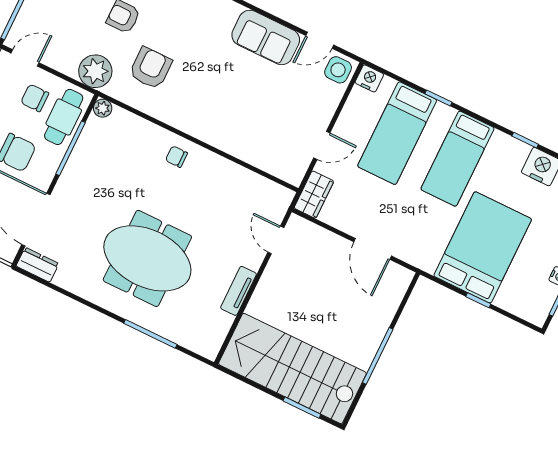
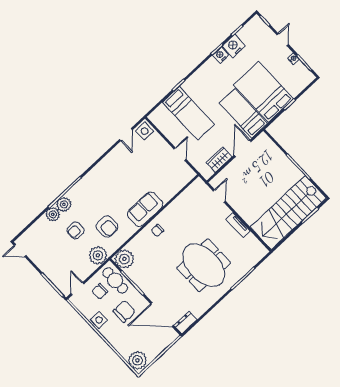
sofa: (266, 37) -> (145, 209), moved, turned 180
armchair: (151, 68) -> (107, 226), turned 180
nightstand: (369, 78) -> (221, 55), moved
plant: (103, 108) -> (124, 259), width x1.88, depth x1.88
bed: (458, 159) -> (243, 113), moved, turned 180
wardrobe: (314, 195) -> (219, 160), moved, turned -90
door: (276, 240) -> (219, 196), swing flipped
door: (373, 249) -> (243, 148), swing flipped
meeting table: (147, 258) -> (204, 265), turned 90

